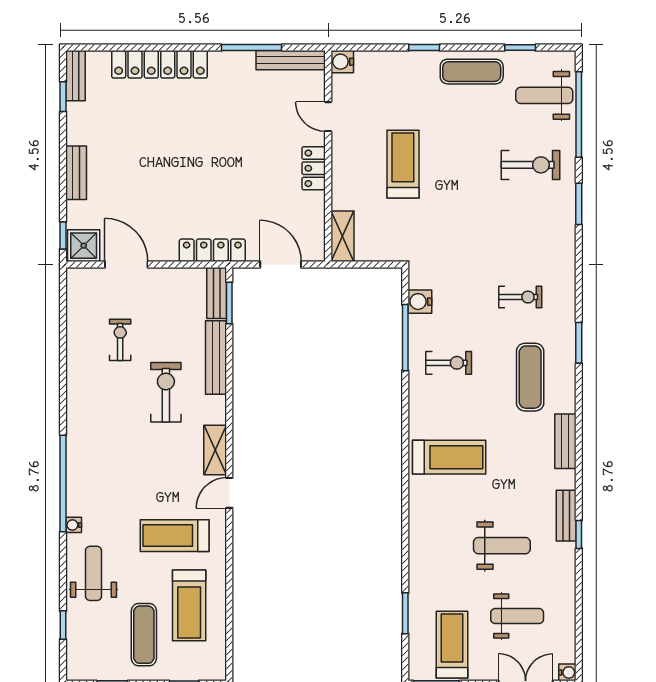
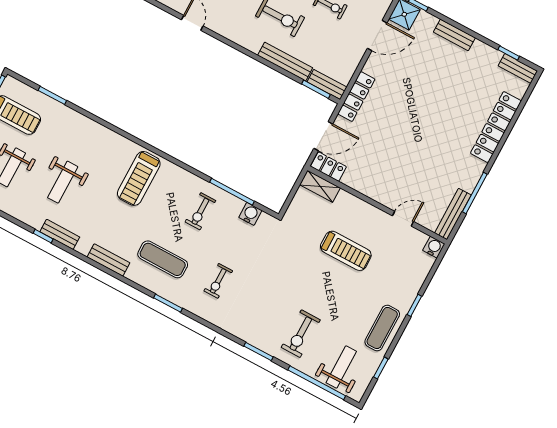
locker: (314, 168) -> (328, 167), moved
shelving: (215, 450) -> (225, 29), removed

